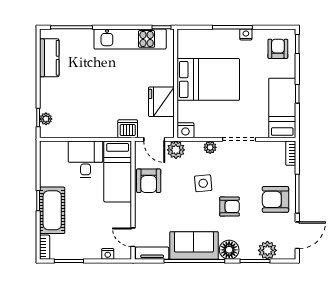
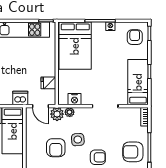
bed: (208, 79) -> (75, 46), moved, turned 90
fridge: (161, 102) -> (48, 83), width x0.53, depth x0.75
nightstand: (185, 130) -> (75, 99), moved
plant: (210, 147) -> (70, 112), moved
armchair: (149, 181) -> (56, 148), moved

